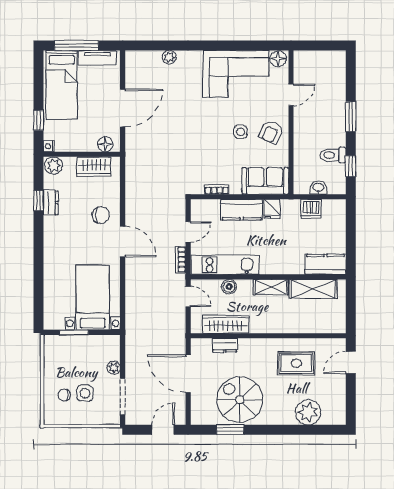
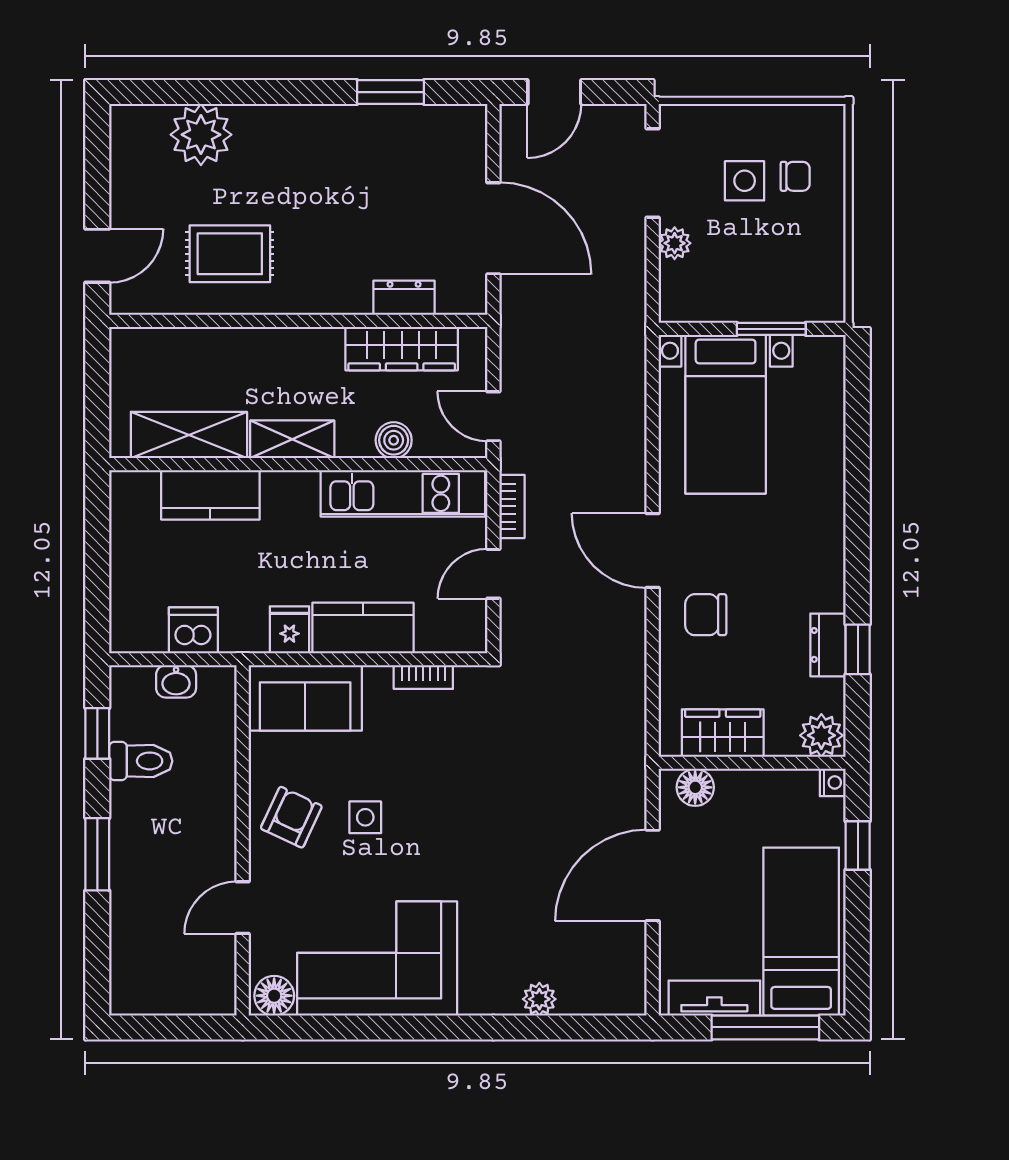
kitchen counter: (326, 264) -> (210, 495), moved
spiral stairs: (240, 400) -> (367, 165), removed

